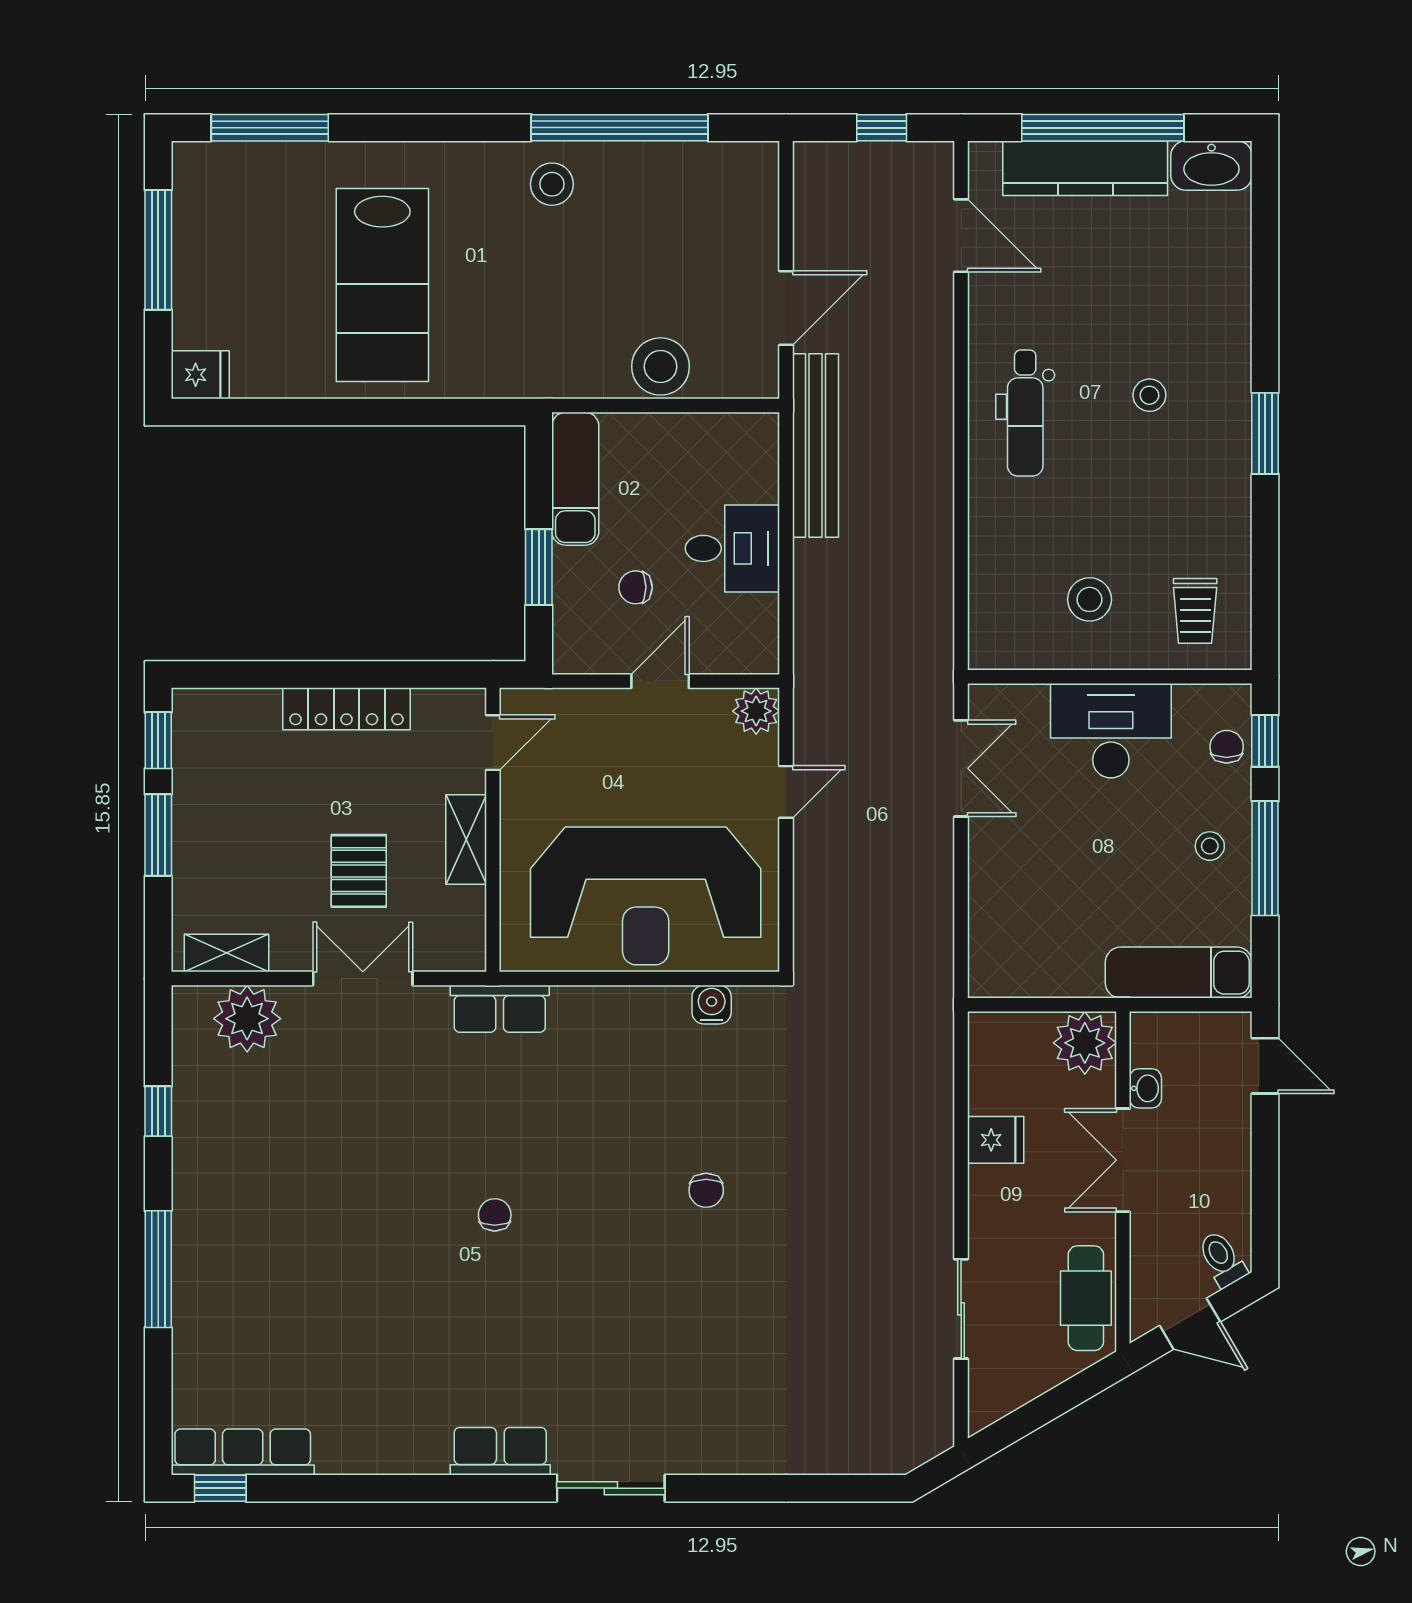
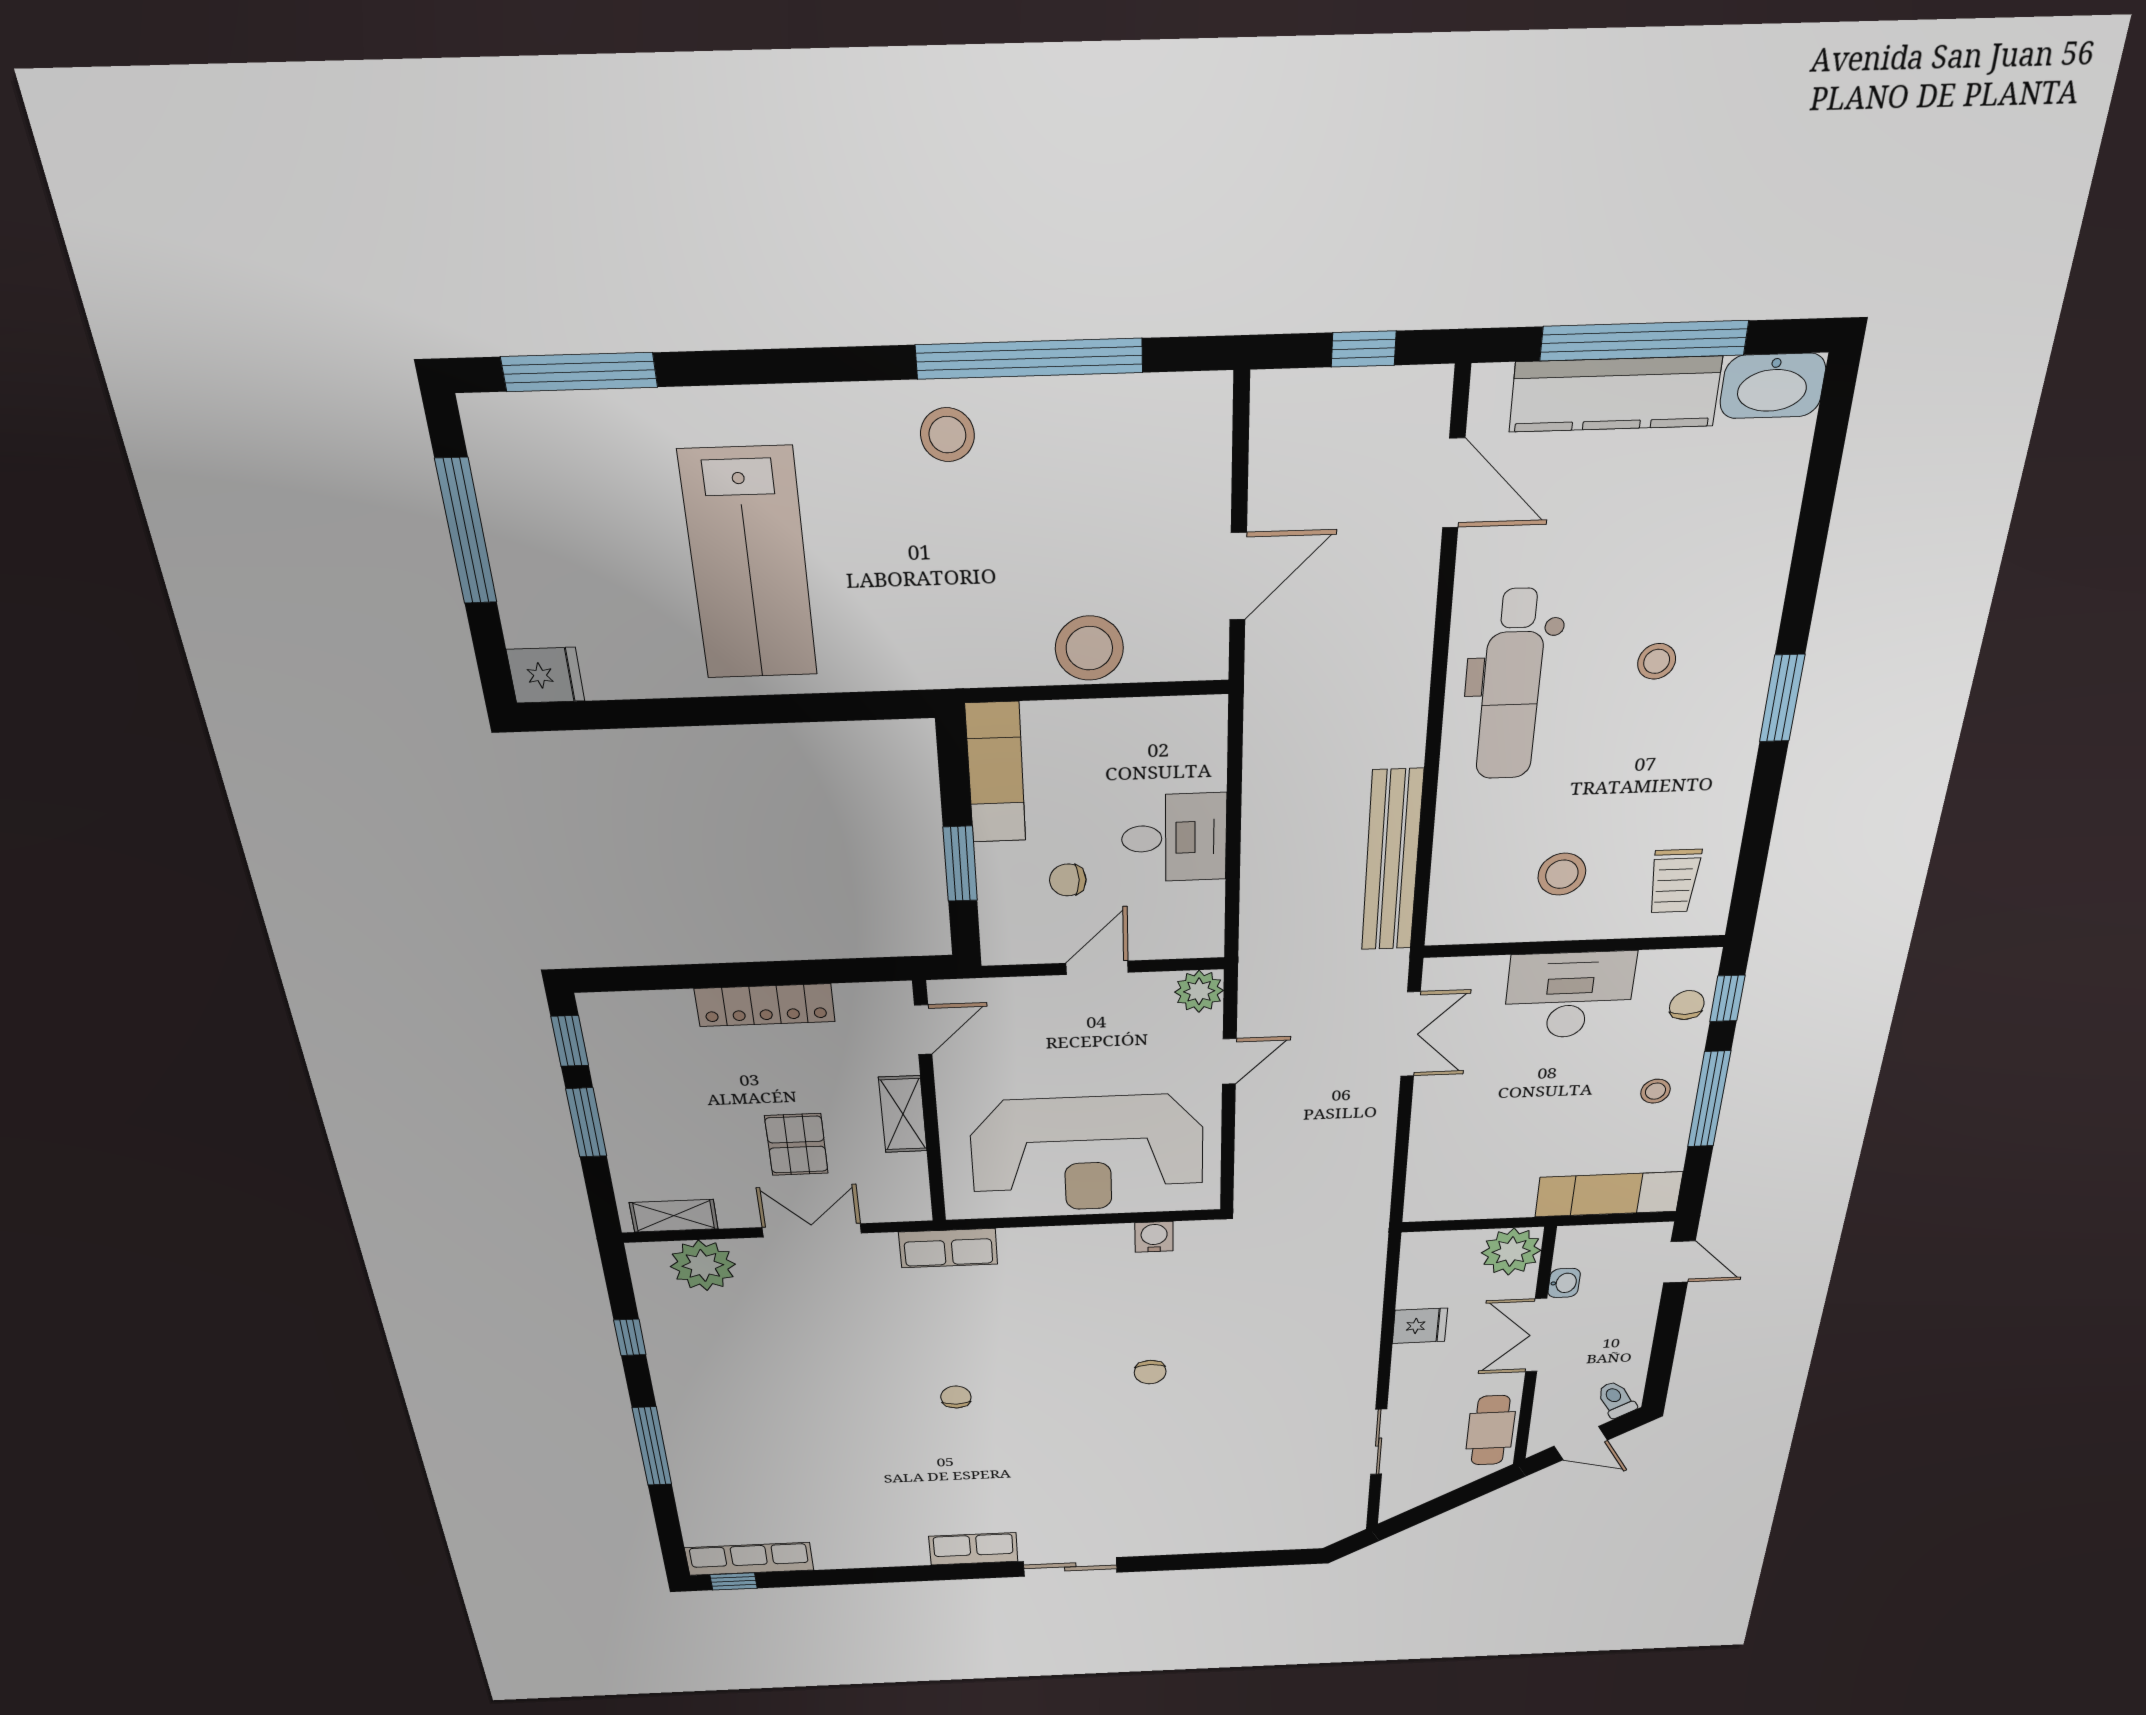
dental chair: (1025, 413) -> (1511, 686), width x1.36, depth x1.38
bench: (815, 446) -> (1392, 861), moved

